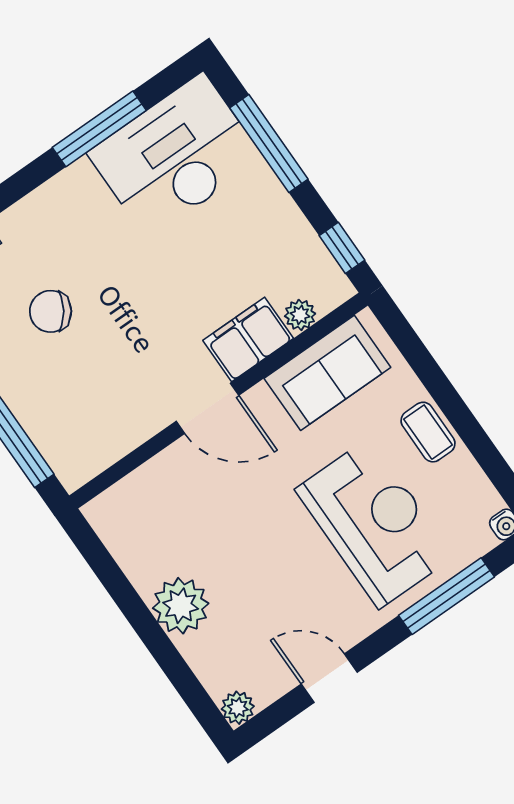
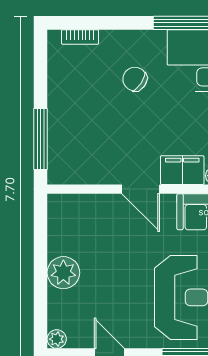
chair: (51, 311) -> (135, 79), moved

